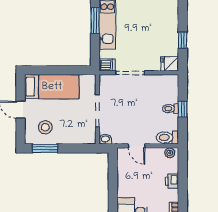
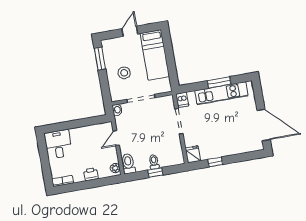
stool: (45, 127) -> (124, 73), moved

